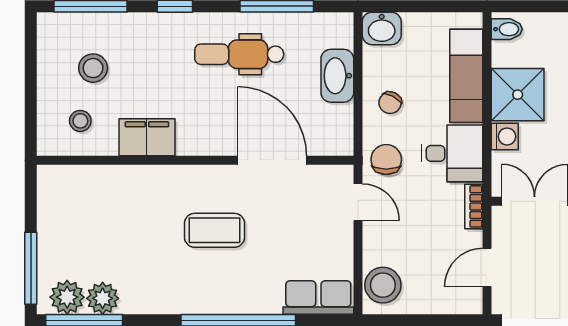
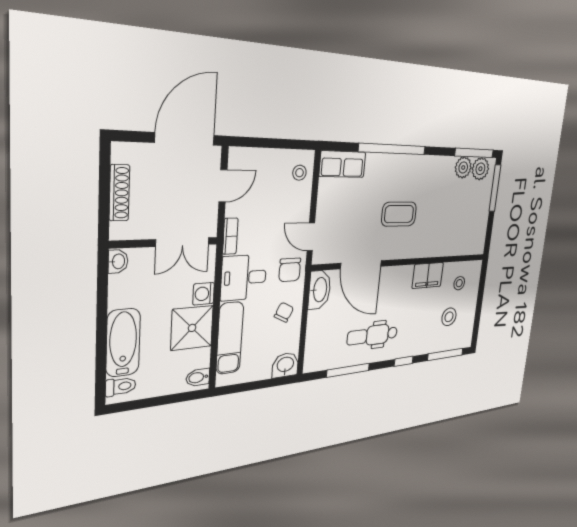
dental chair: (239, 54) -> (373, 335), turned 180
washbasin: (337, 76) -> (320, 290), moved
stool: (383, 285) -> (299, 173), width x0.53, depth x0.53

